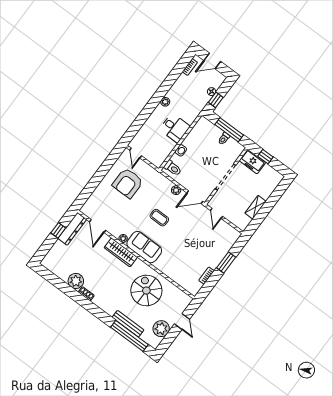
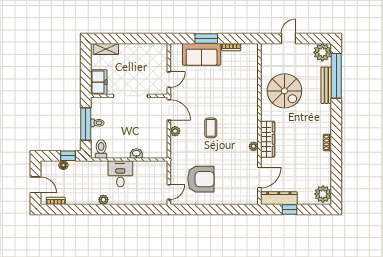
window: (265, 157) -> (86, 74), removed
toilet: (173, 168) -> (101, 149), moved
shelving: (255, 207) -> (106, 49), moved
sofa: (144, 247) -> (202, 54), moved, turned -90
plant: (76, 281) -> (323, 194), moved
spiral stairs: (146, 291) -> (284, 91), turned -90
plant: (161, 329) -> (322, 52), moved

